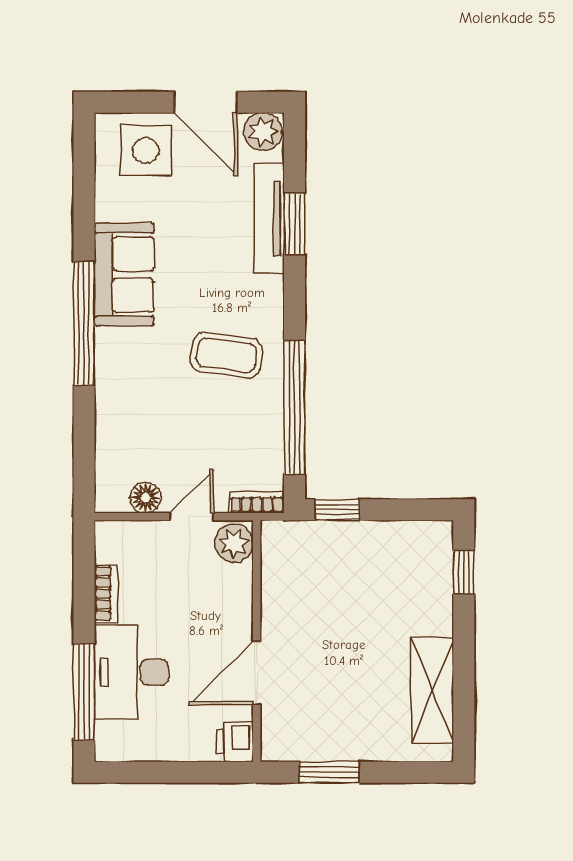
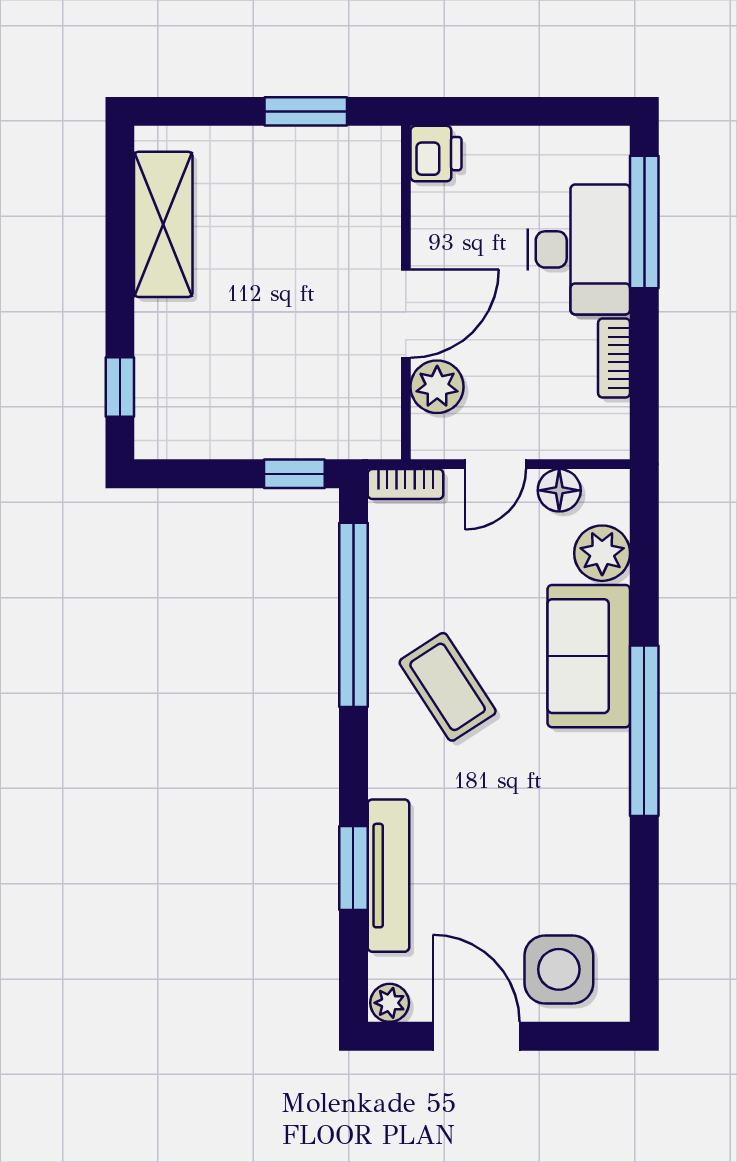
plant: (263, 132) -> (390, 1003), width x0.73, depth x0.73
sofa: (124, 275) -> (589, 656), moved
coffee table: (226, 355) -> (448, 687), turned 49
plant: (114, 452) -> (602, 553), added
plant: (234, 543) -> (437, 387), moved
door: (257, 673) -> (406, 313), moved

